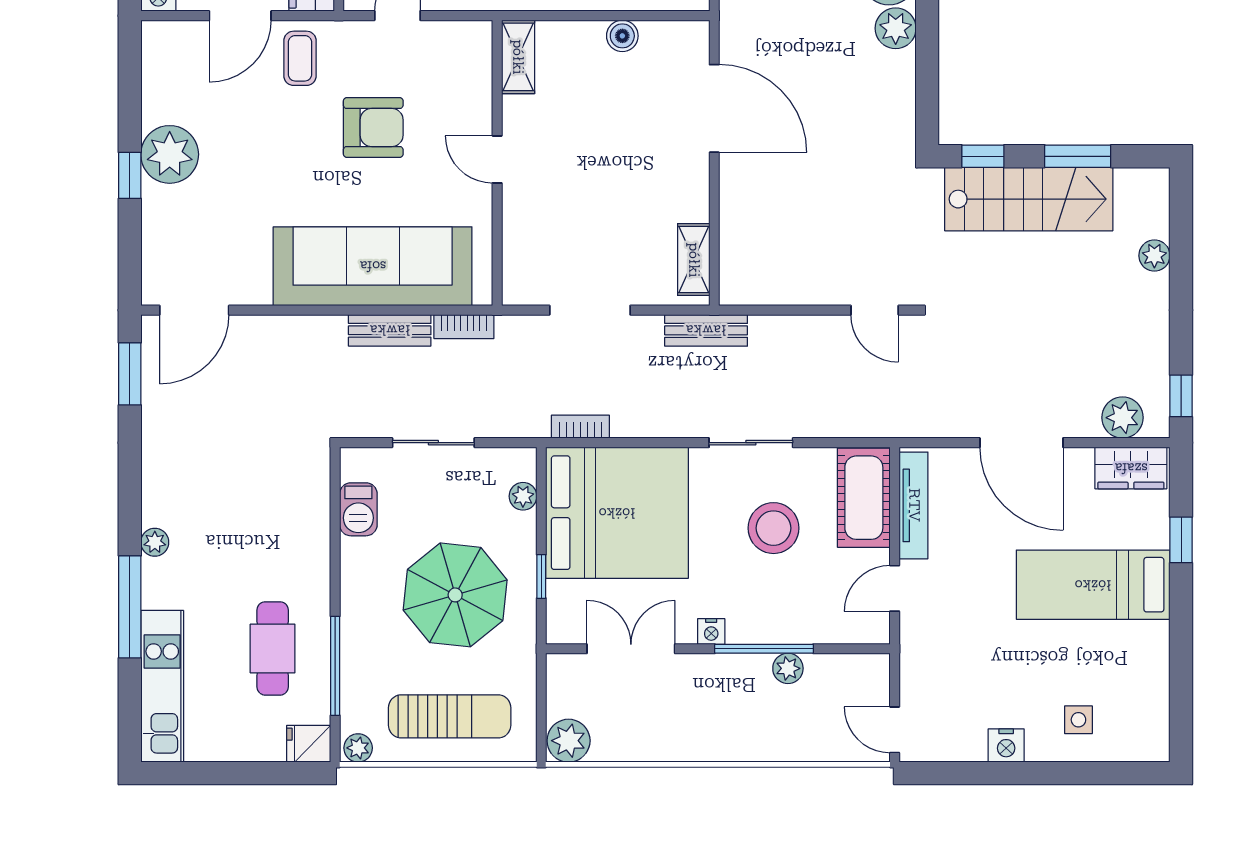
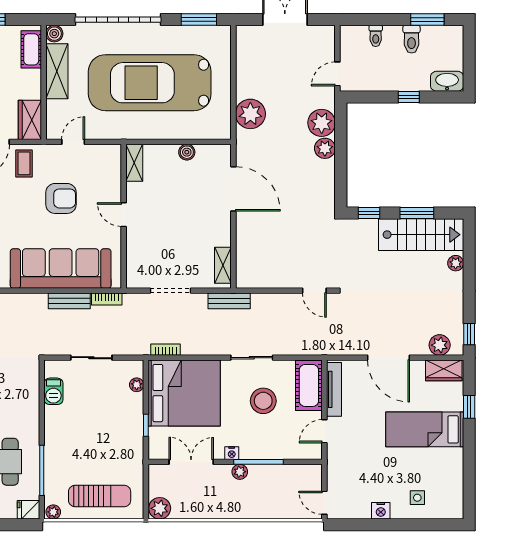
stairs: (1029, 199) -> (421, 235), moved
parasol: (455, 595) -> (102, 435), removed
plant: (788, 668) -> (240, 472), moved

